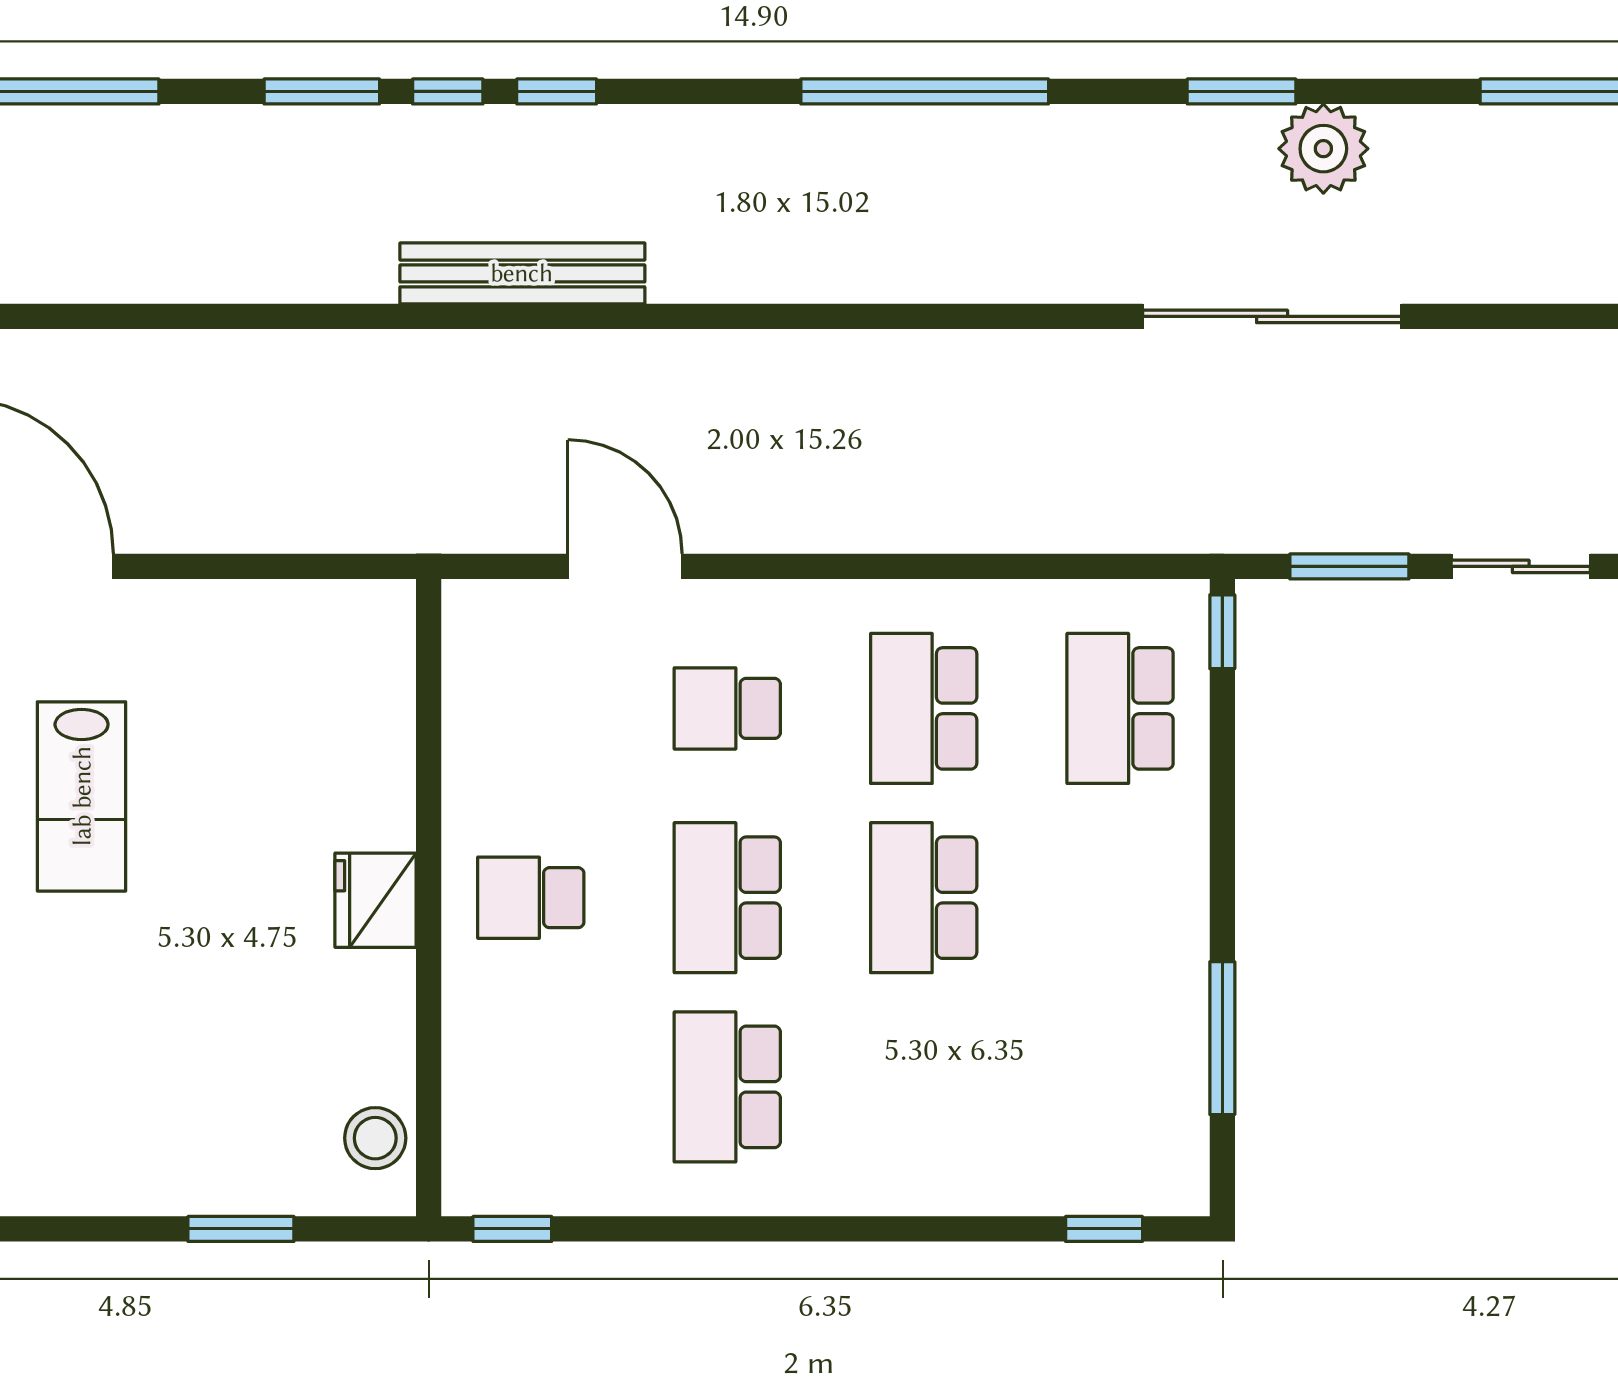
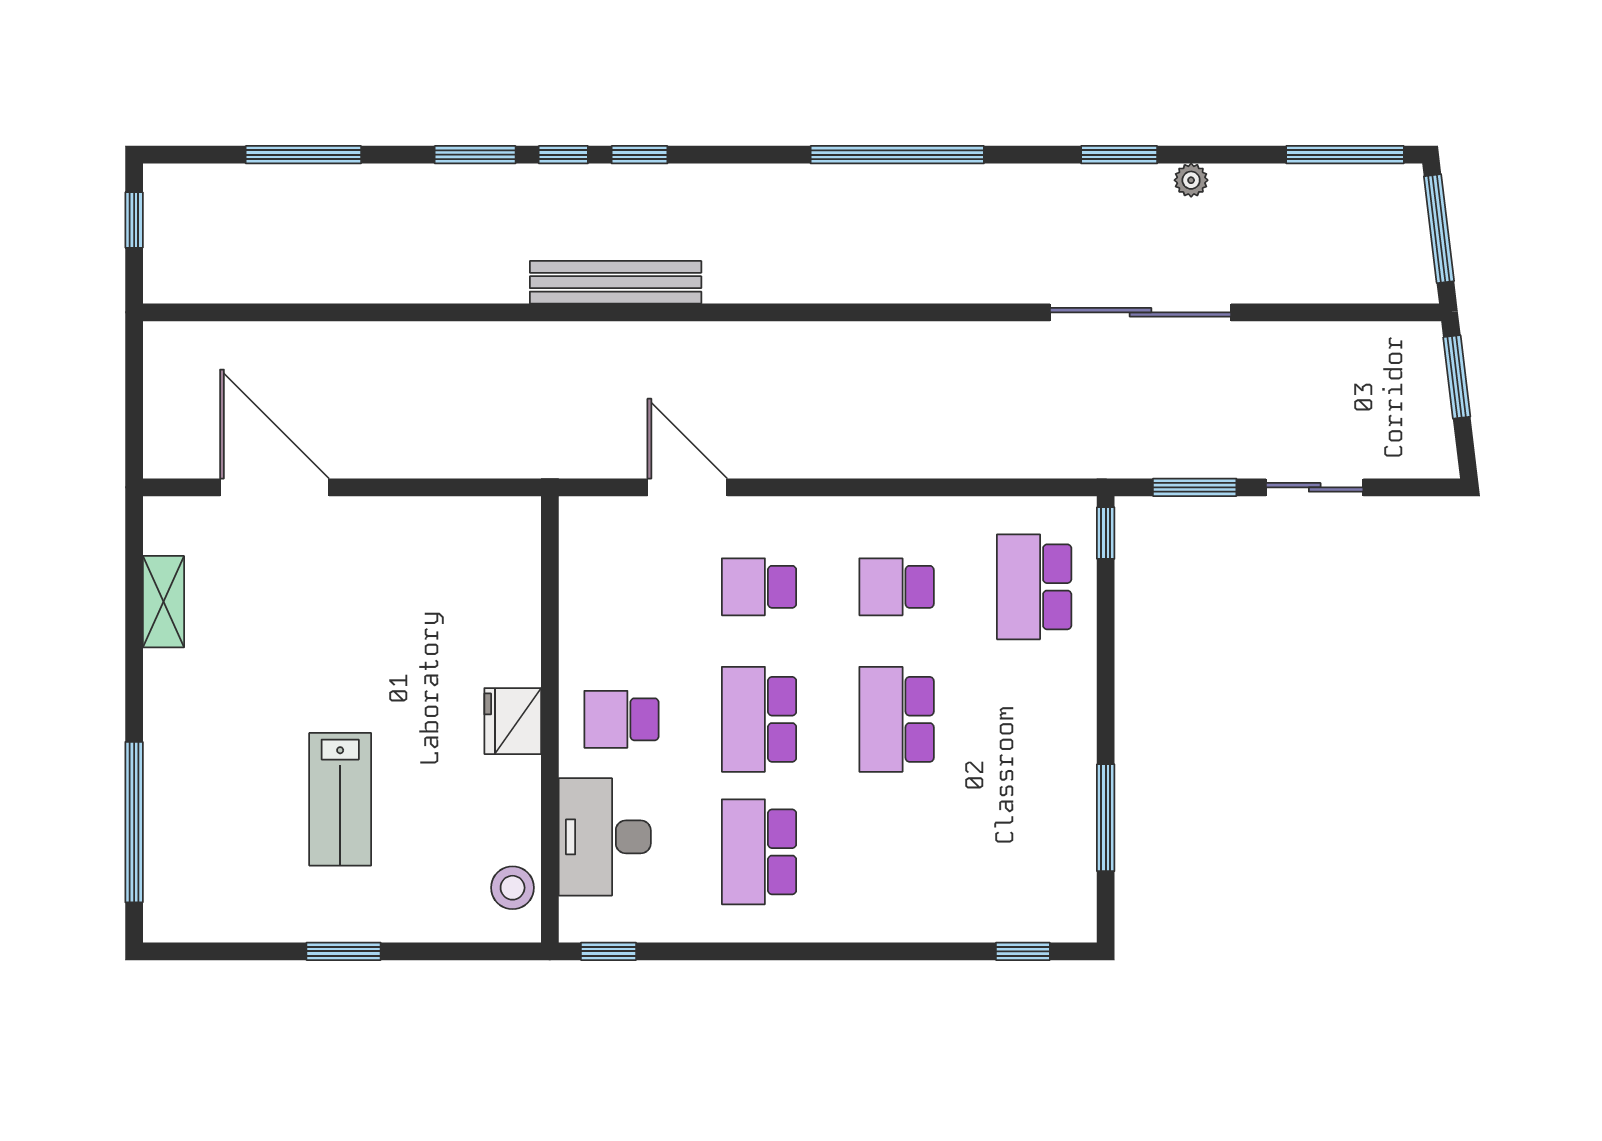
plant: (1323, 149) -> (1191, 180), width x0.53, depth x0.53
school desk: (924, 708) -> (897, 587), width x0.54
lab bench: (82, 796) -> (340, 799), moved
desk: (507, 1066) -> (605, 837), added
window: (241, 1229) -> (344, 951), moved

